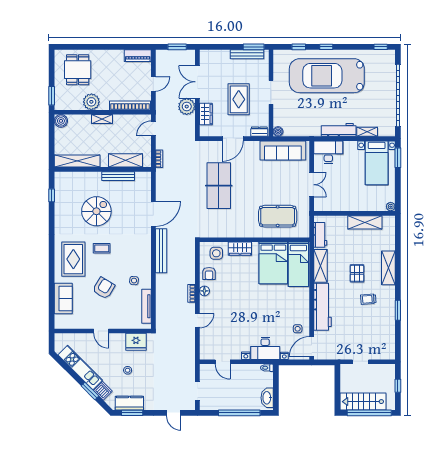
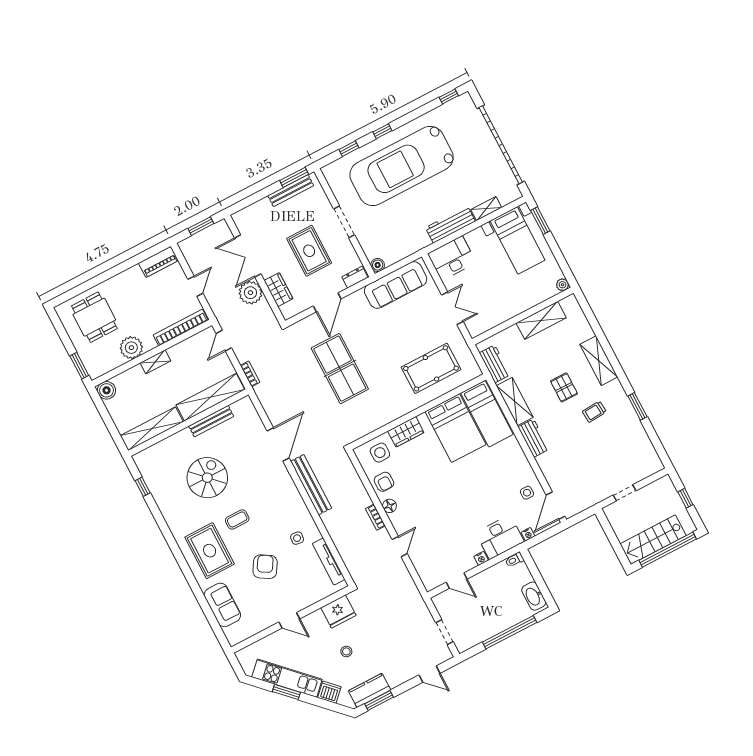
shelving: (126, 160) -> (210, 397), width x1.47
workbench: (322, 307) -> (534, 438), width x0.53, depth x0.76
window: (90, 391) -> (286, 692), moved

